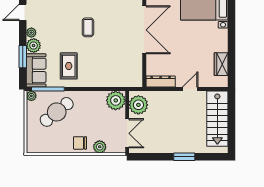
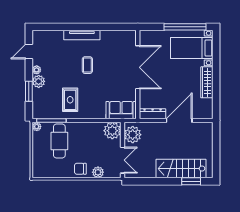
wardrobe: (221, 64) -> (207, 82), moved, width x1.50
sofa: (36, 70) -> (121, 110), moved, turned -90
door: (190, 89) -> (179, 120), width x1.88
cafe table: (57, 112) -> (59, 141), turned -51
stairs: (217, 119) -> (181, 169), moved, turned 90
window: (184, 157) -> (191, 181), moved

